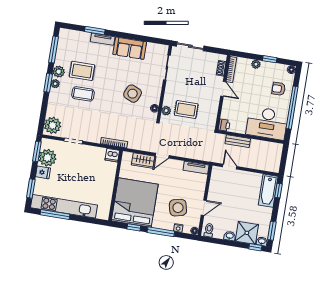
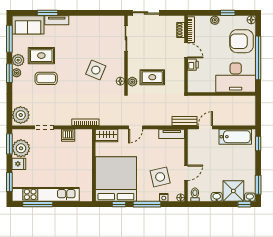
sofa: (130, 48) -> (28, 25), moved
armchair: (279, 89) -> (242, 41), width x1.88, depth x1.88
printer: (224, 125) -> (193, 65), moved
bench: (238, 141) -> (185, 121), moved
dishwasher: (112, 155) -> (68, 135), moved
wardrobe: (143, 161) -> (106, 135), moved
door: (230, 167) -> (205, 127), hinge flipped
bathtub: (268, 191) -> (235, 137), moved, turned -90

